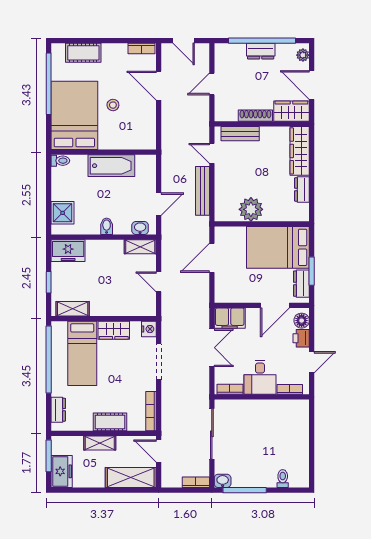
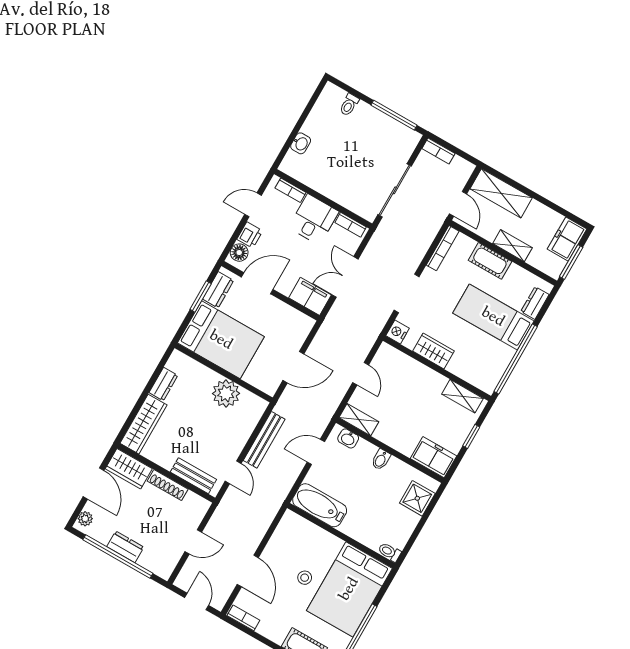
bathtub: (111, 166) -> (320, 505), moved
bed: (82, 353) -> (493, 317), moved, turned -90
washbasin: (223, 481) -> (301, 143), moved, turned -90

